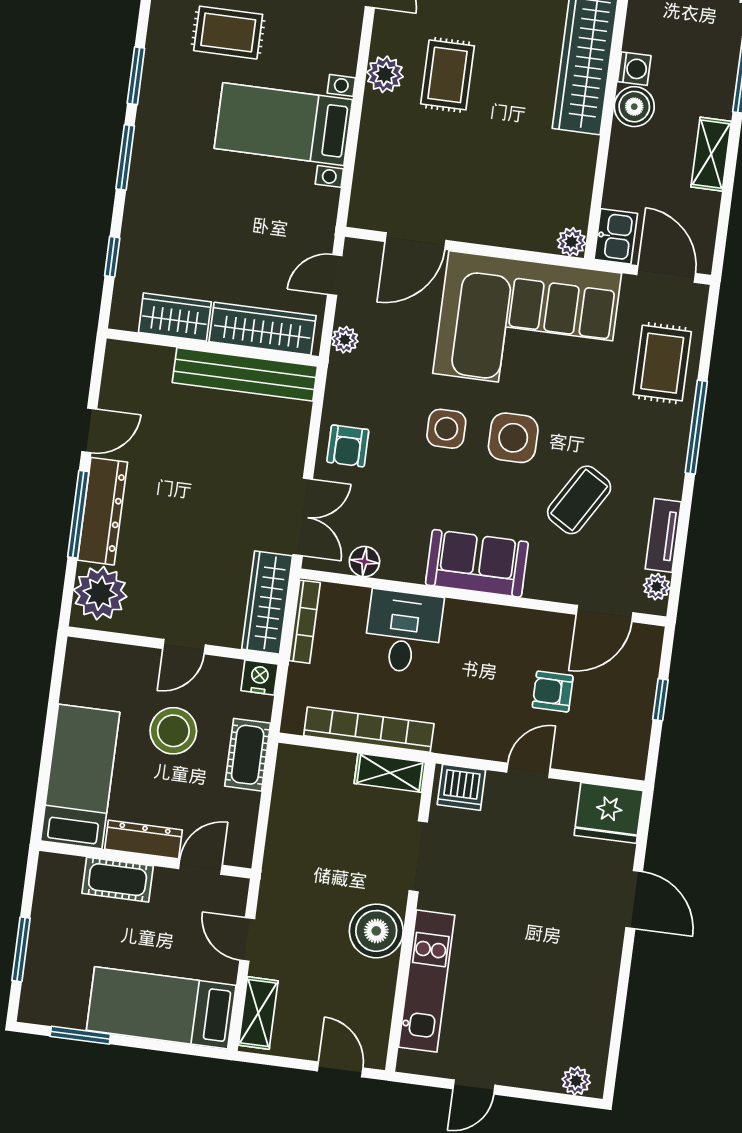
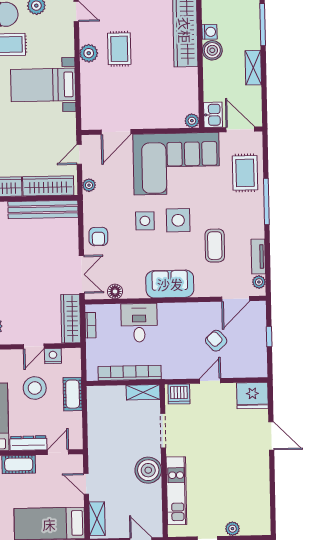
coffee table: (579, 500) -> (215, 246), turned -31
bookcase: (305, 622) -> (90, 325), width x0.64
nightstand: (260, 677) -> (53, 356), moved
armchair: (553, 692) -> (216, 341), turned 48
plant: (576, 1081) -> (232, 529), moved

